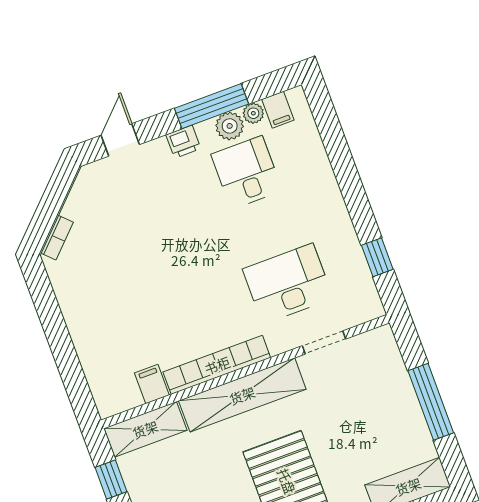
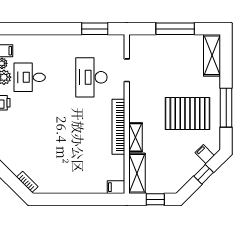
window: (377, 257) -> (95, 29), width x1.50
filing cabinet: (152, 384) -> (116, 187), moved
shelving: (242, 395) -> (135, 137), width x0.45, depth x0.75

